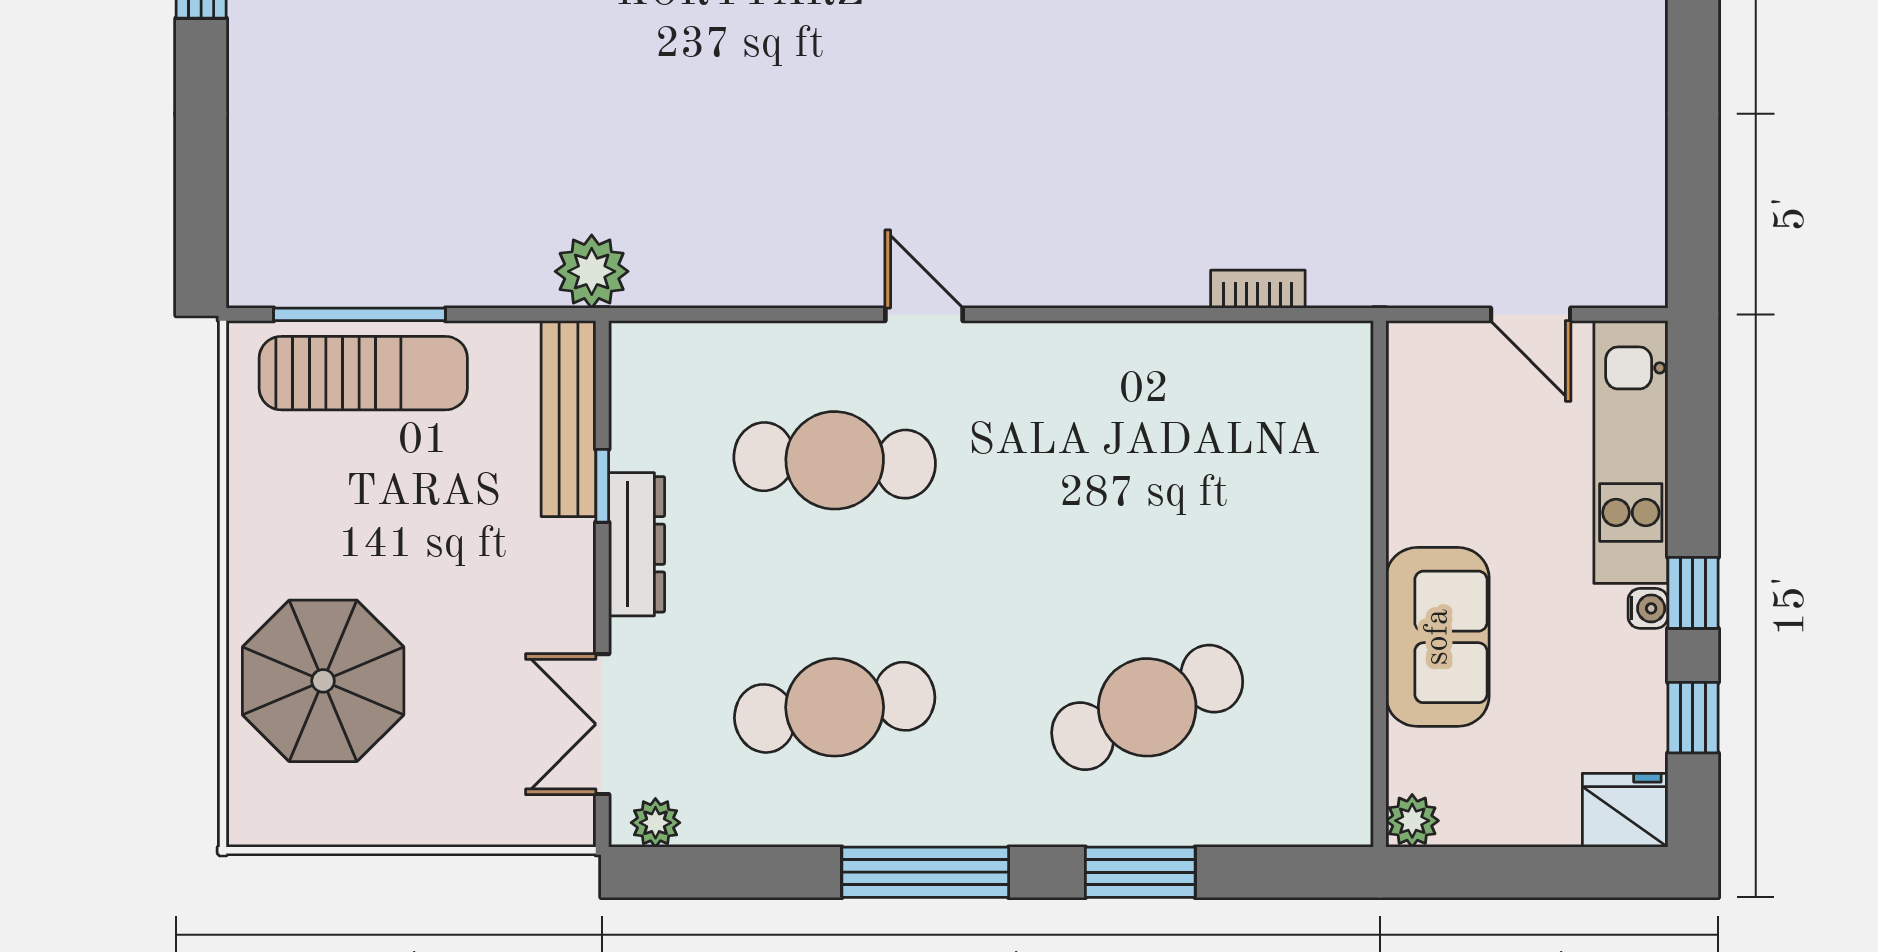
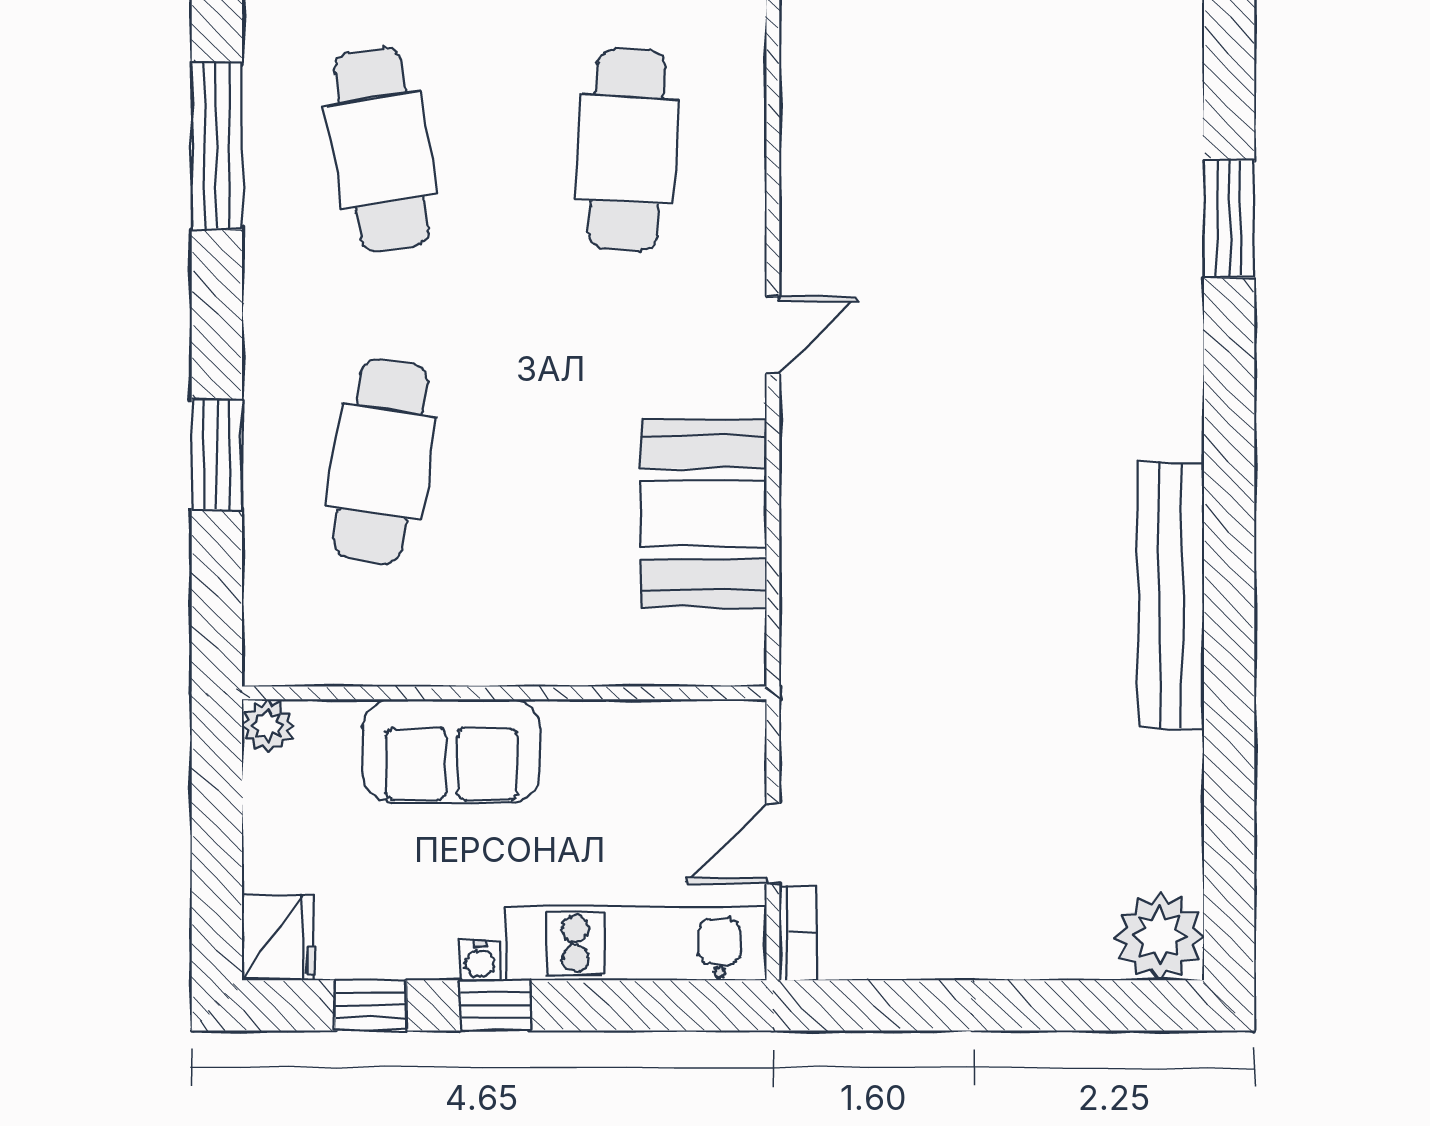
bookcase: (1258, 289) -> (798, 933), moved
door: (924, 314) -> (773, 335), moved
booth: (1200, 384) -> (704, 514), added
cafe table: (1147, 707) -> (381, 461), turned 33
window: (925, 872) -> (217, 146), moved

